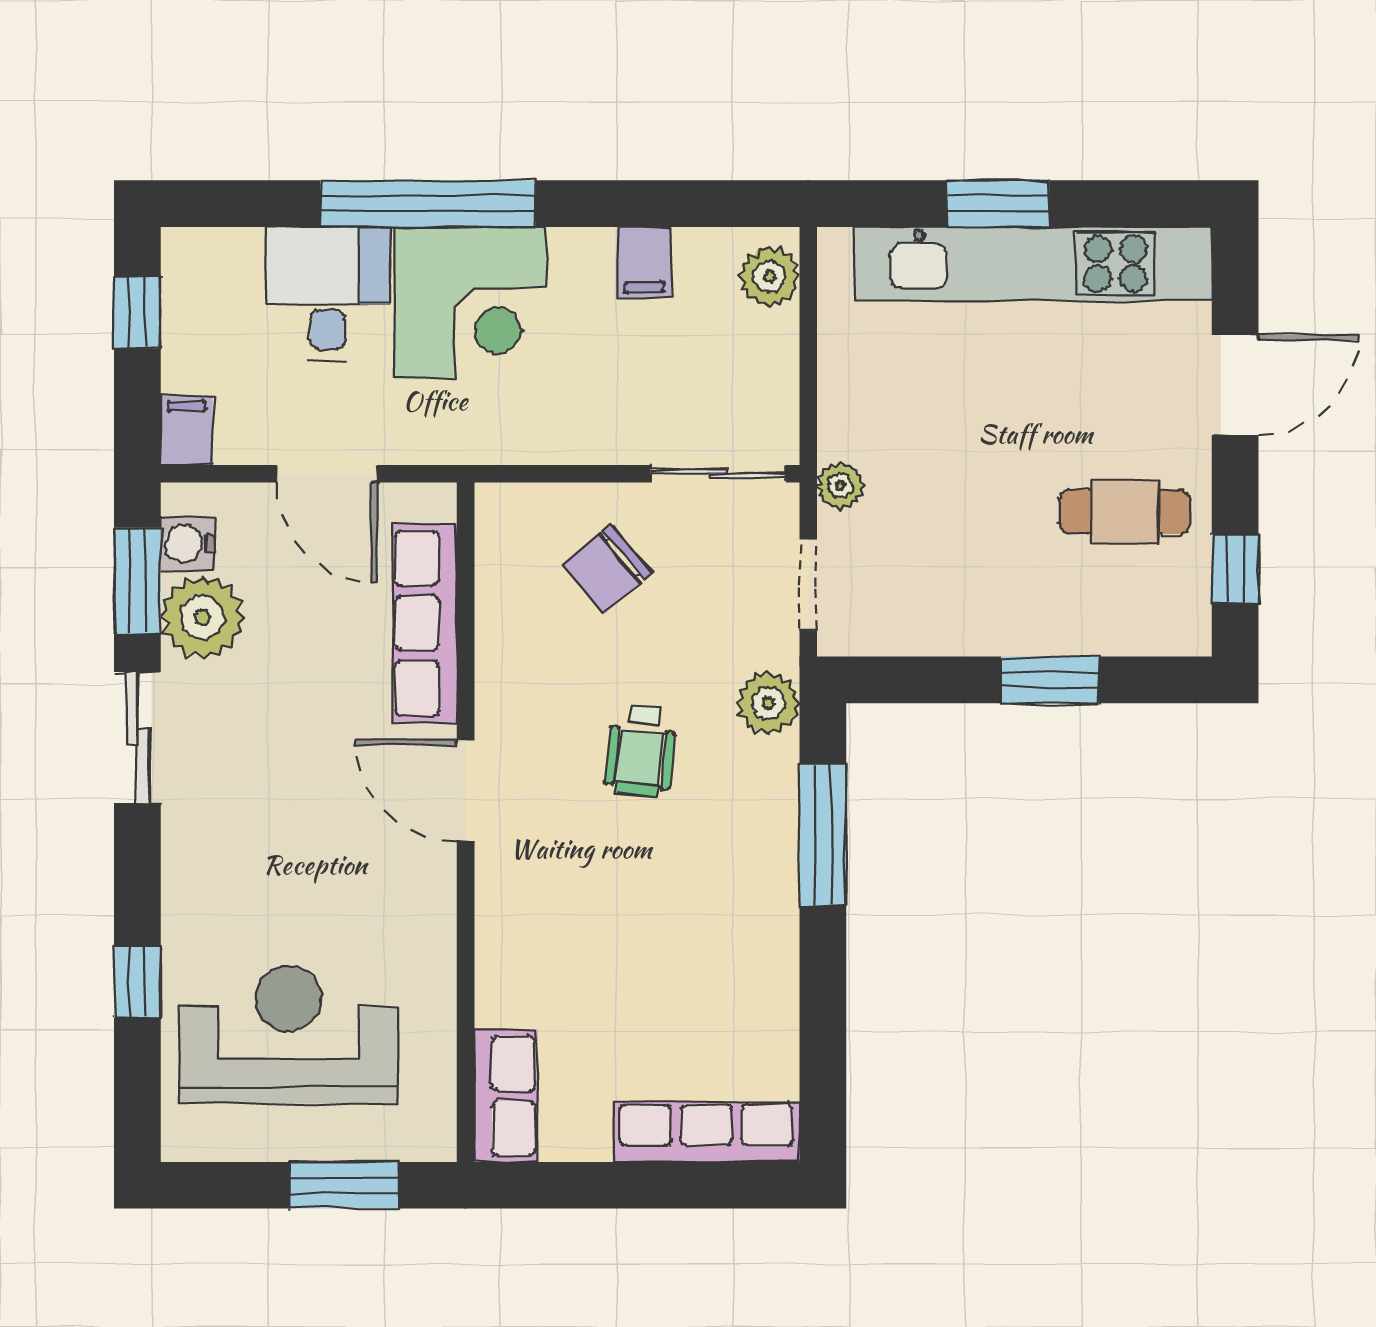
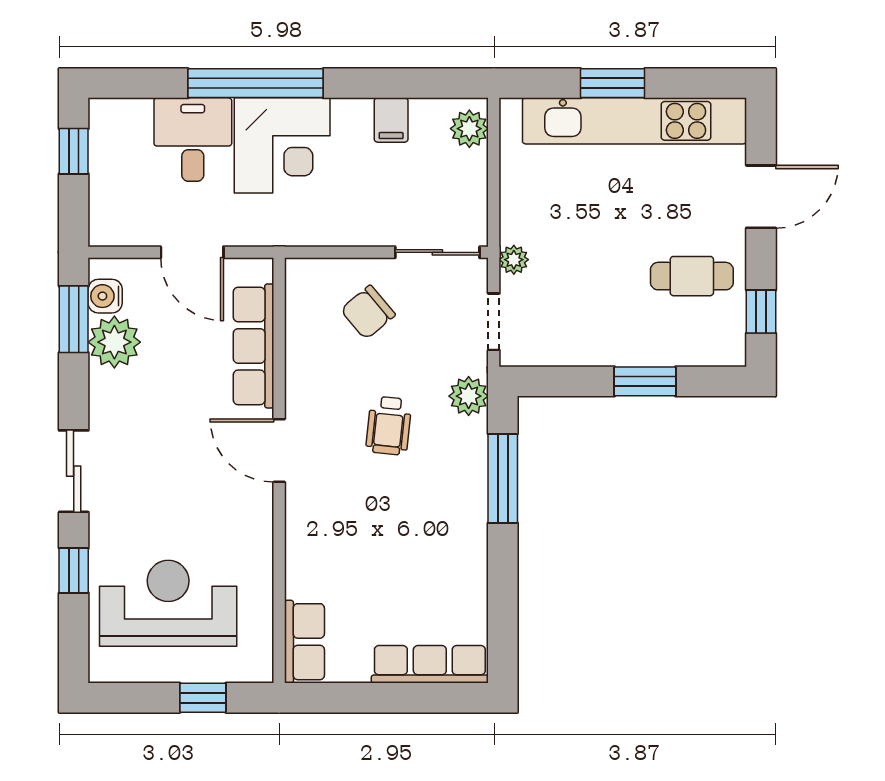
filing cabinet: (187, 430) -> (105, 225), removed
sliding door: (137, 737) -> (74, 471), moved
window: (344, 1185) -> (203, 698), width x0.67

